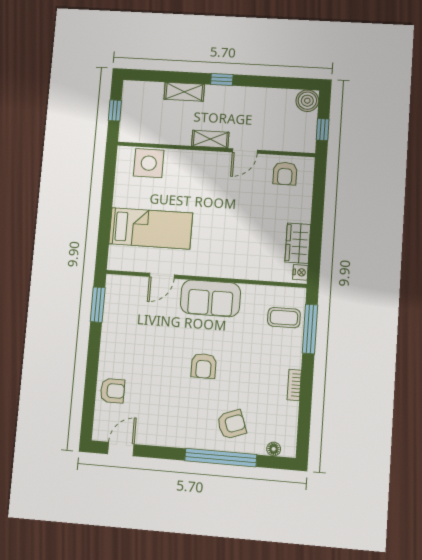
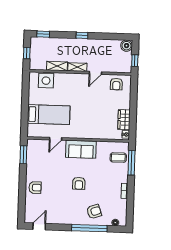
window: (148, 76) -> (43, 34), added
shelving: (184, 92) -> (57, 66), moved
armchair: (112, 391) -> (35, 188), moved

